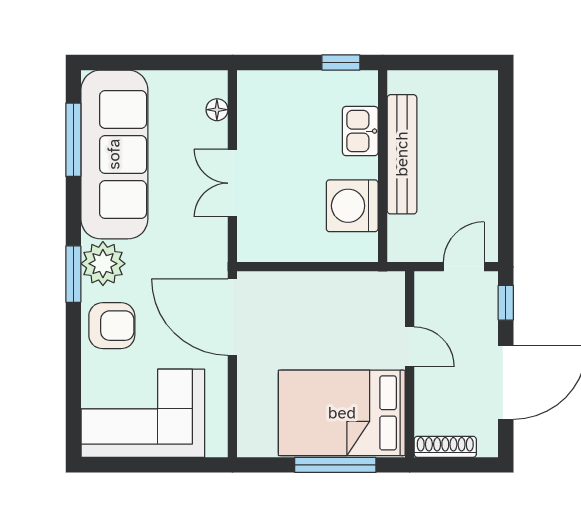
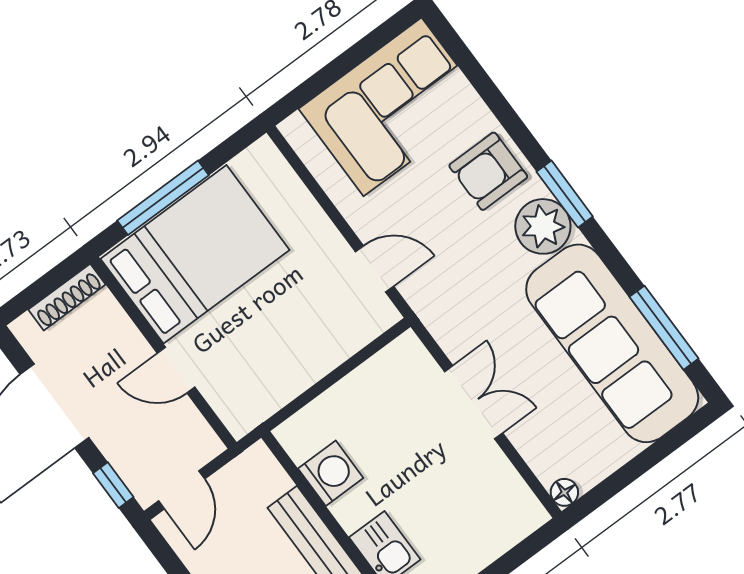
floor lamp: (217, 110) -> (564, 492), moved
washing machine: (352, 206) -> (331, 473), width x0.73, depth x0.73
door: (232, 317) -> (375, 269), width x0.53

